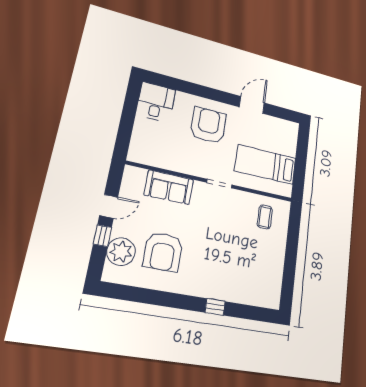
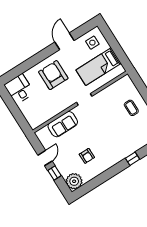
side table: (280, 135) -> (92, 43), added
coffee table: (265, 217) -> (131, 108), moved
plant: (121, 252) -> (74, 181), moved
armchair: (163, 252) -> (87, 156), width x0.53, depth x0.53

